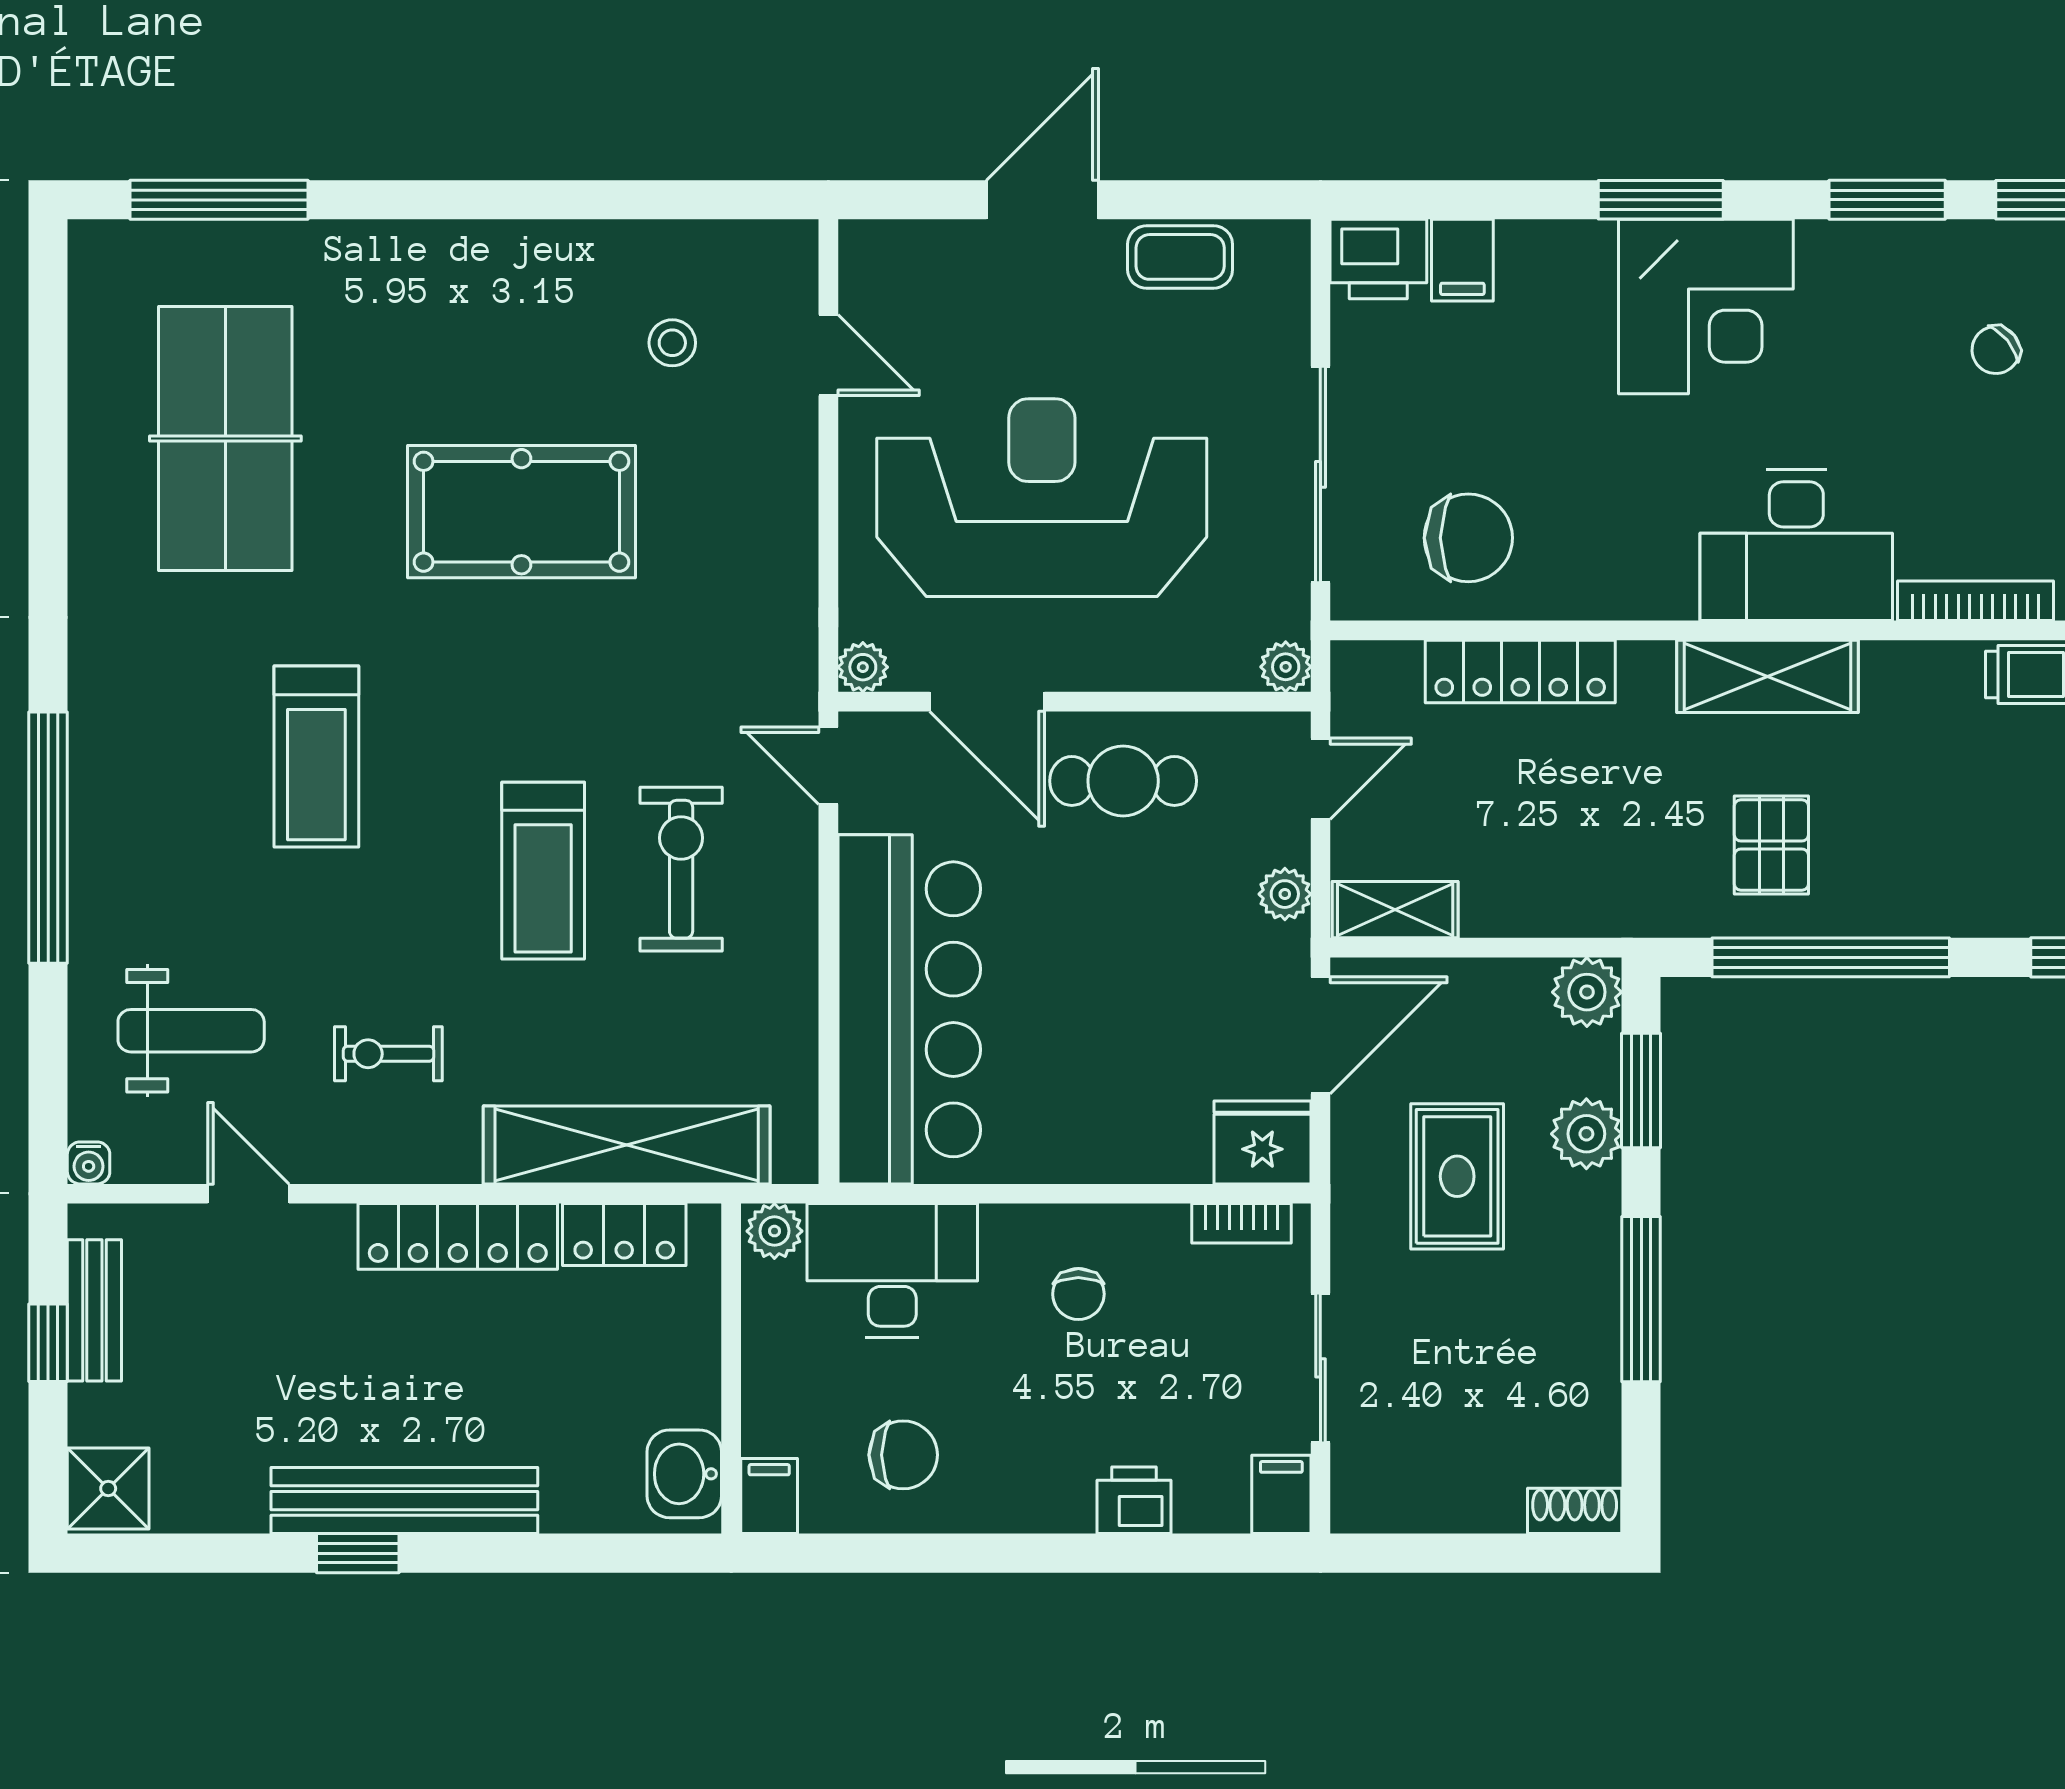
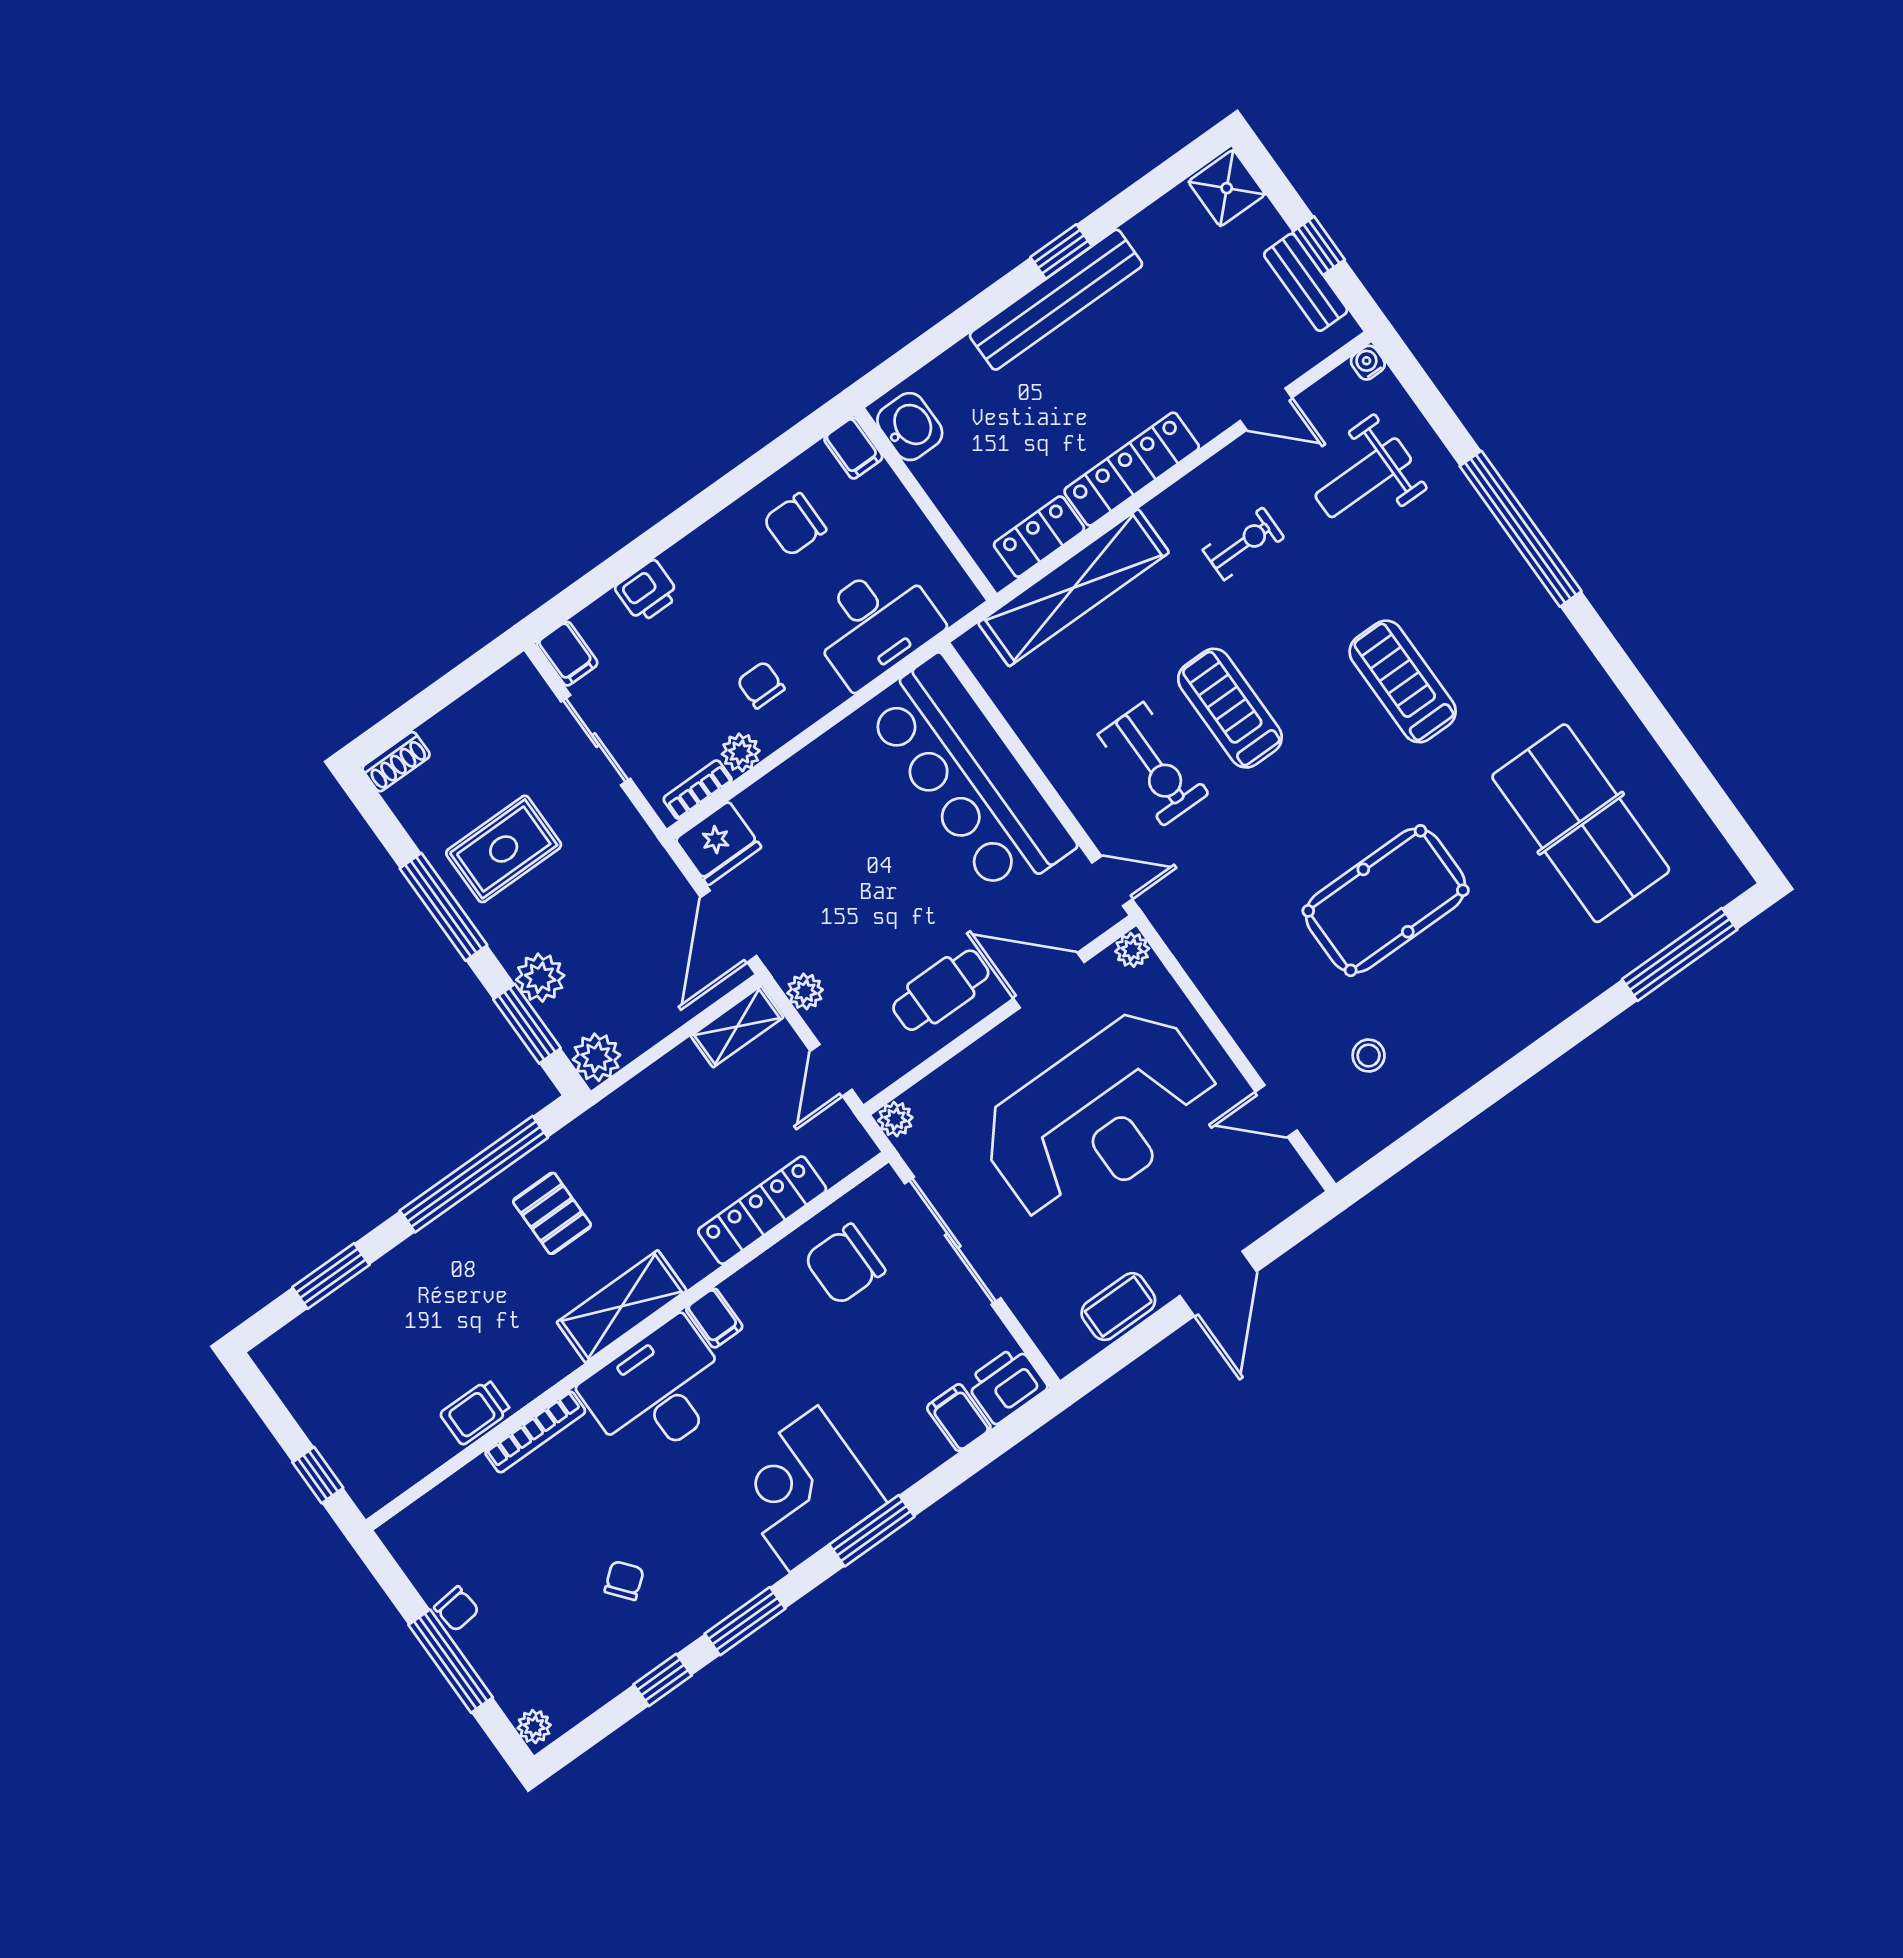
filing cabinet: (1668, 584) -> (714, 1318), added
rug: (1457, 1176) -> (504, 849), moved, turned 90
plant: (774, 1231) -> (741, 752), moved

